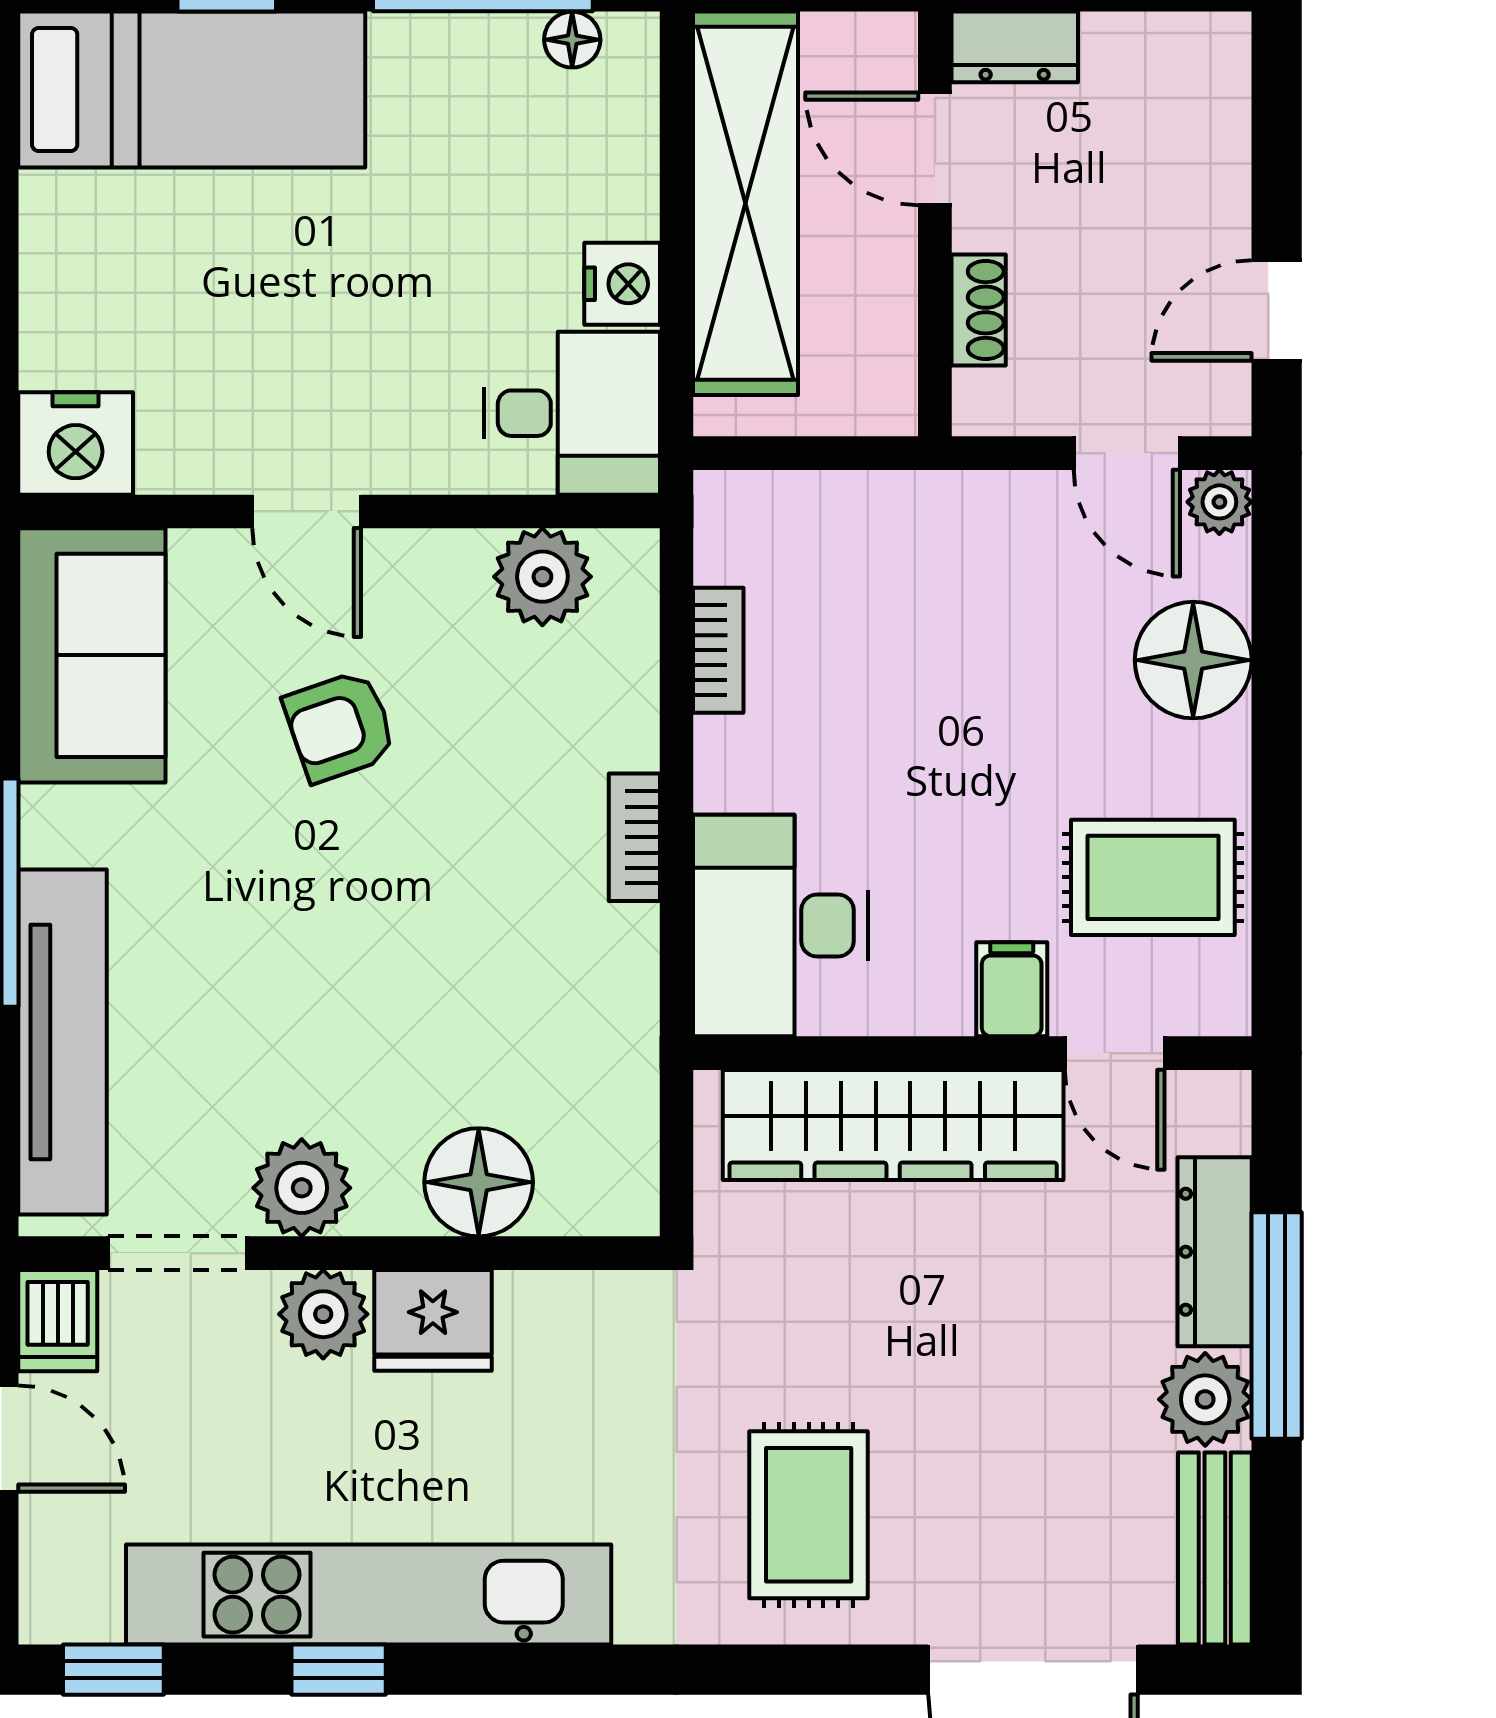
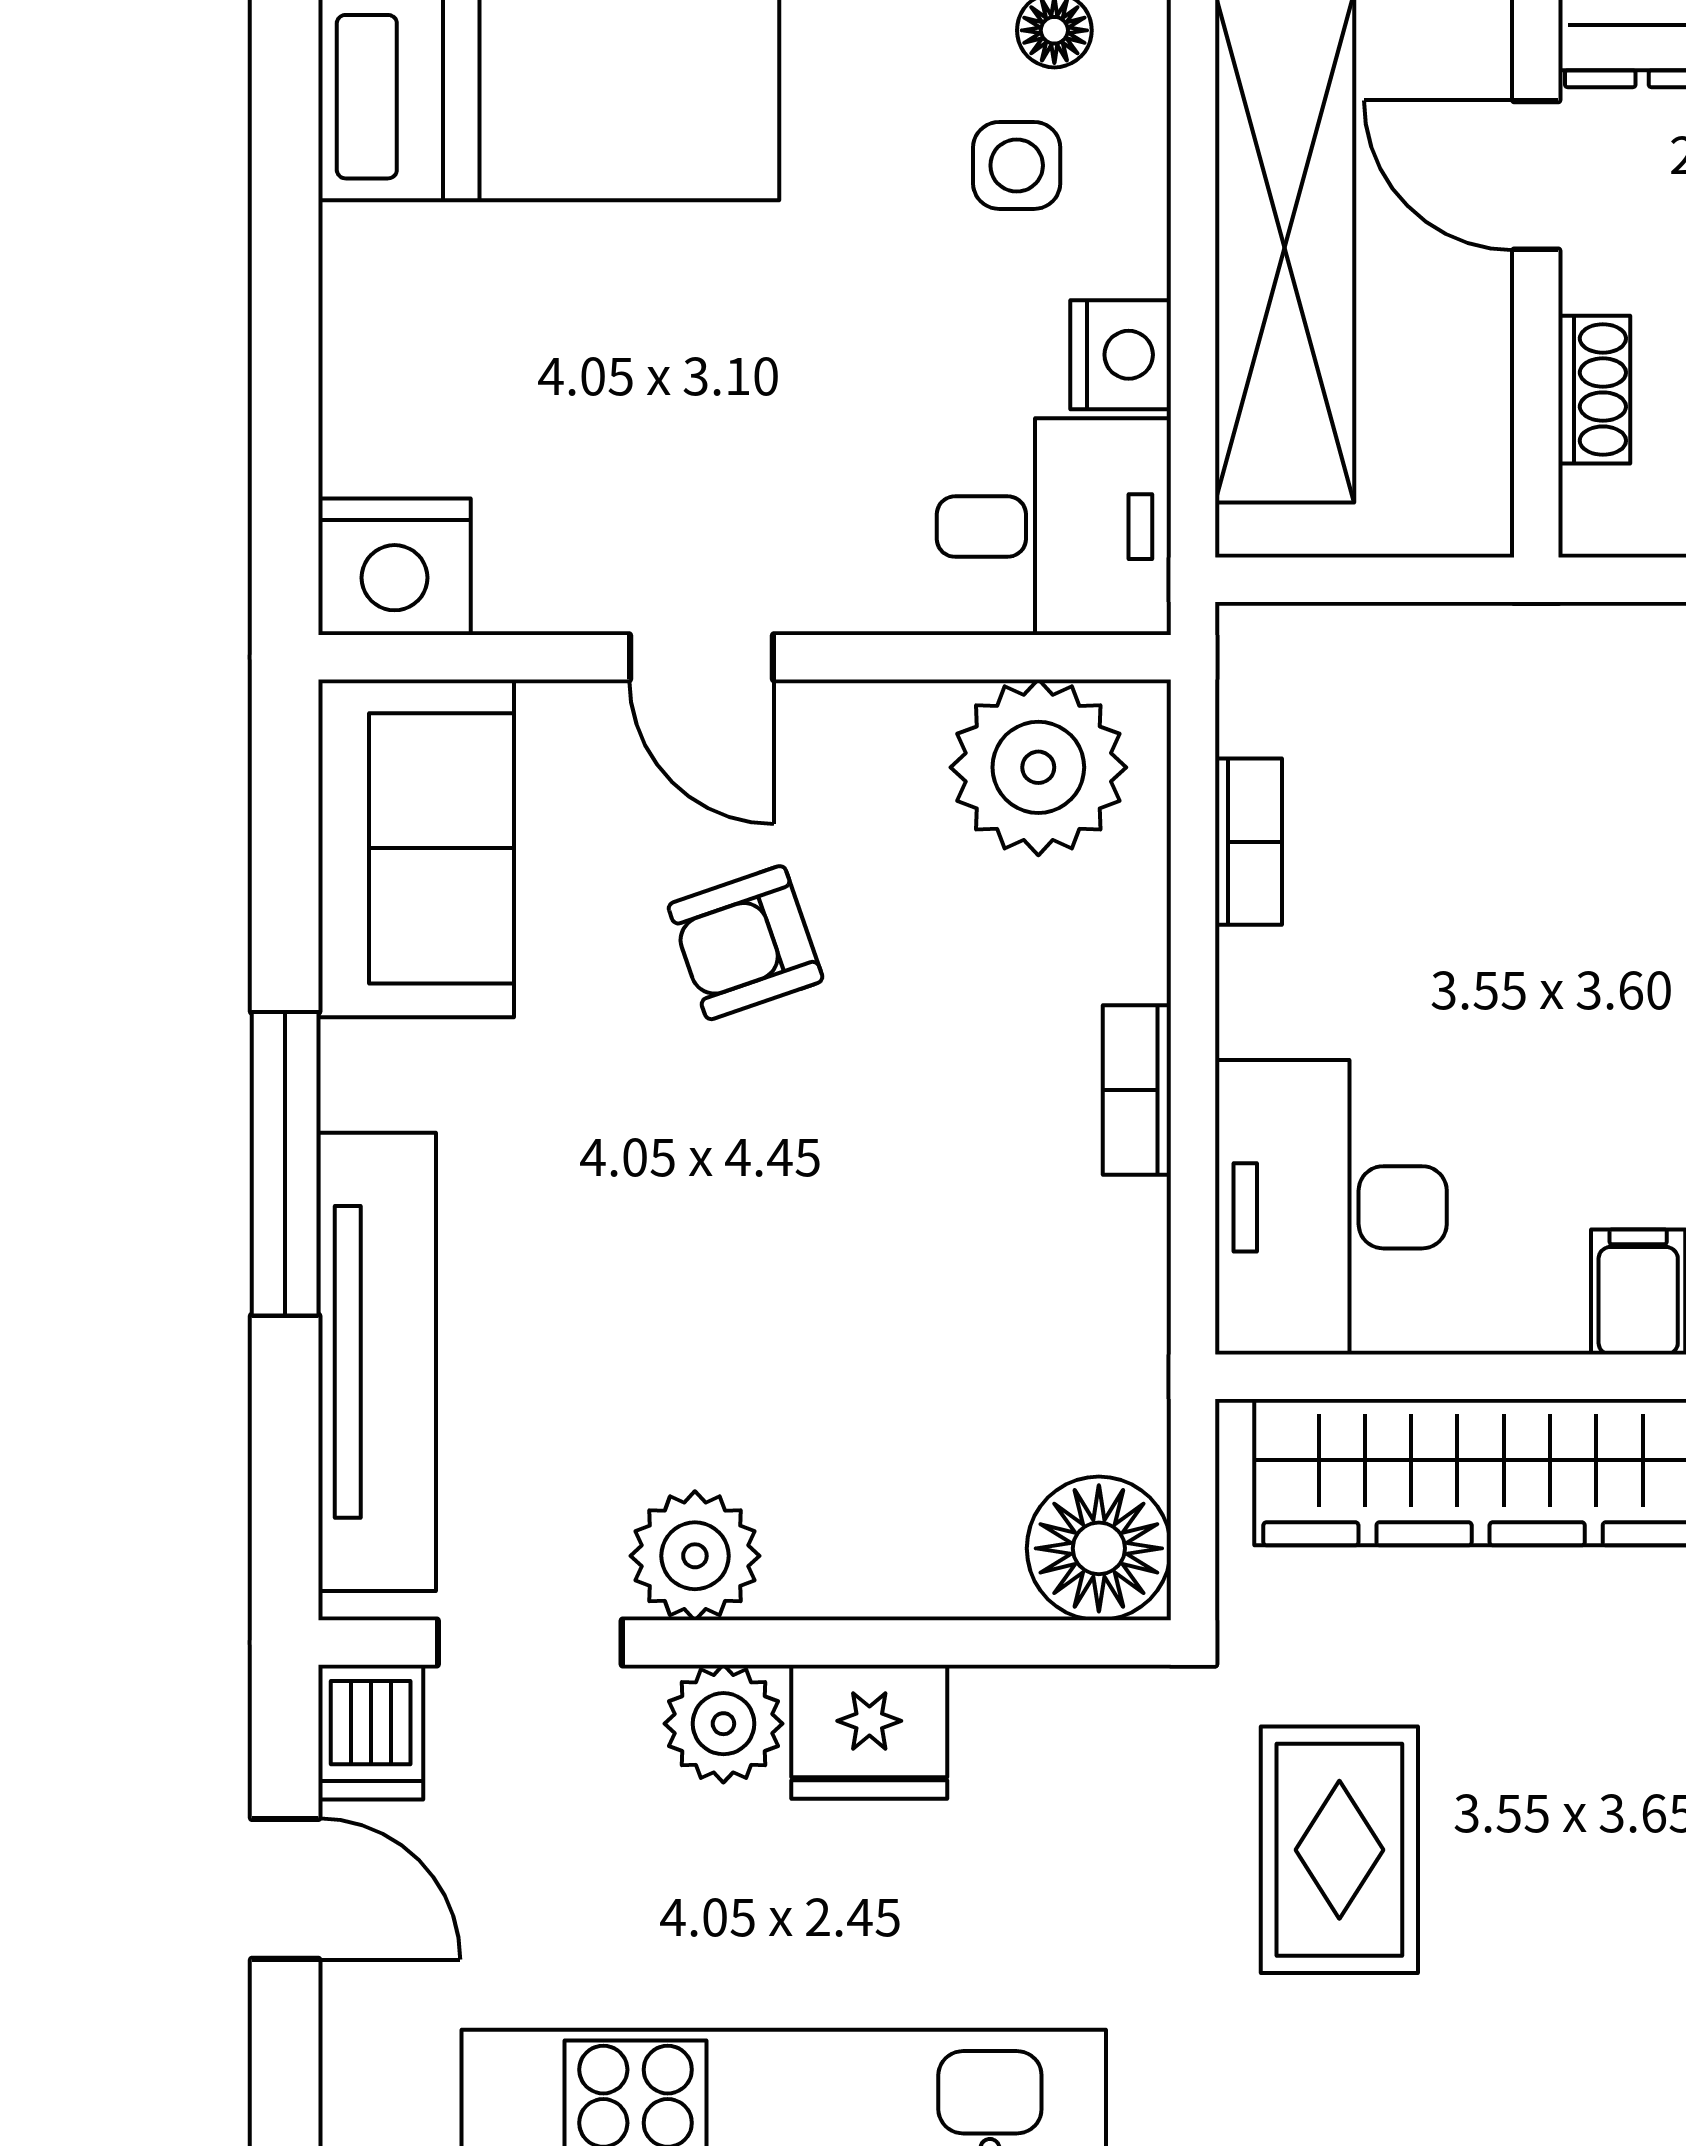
side table: (544, 141) -> (1017, 165), added
plant: (542, 577) -> (1038, 767), width x1.36, depth x1.36
floor lamp: (479, 1182) -> (1099, 1548), moved
rug: (809, 1515) -> (1339, 1850), moved

